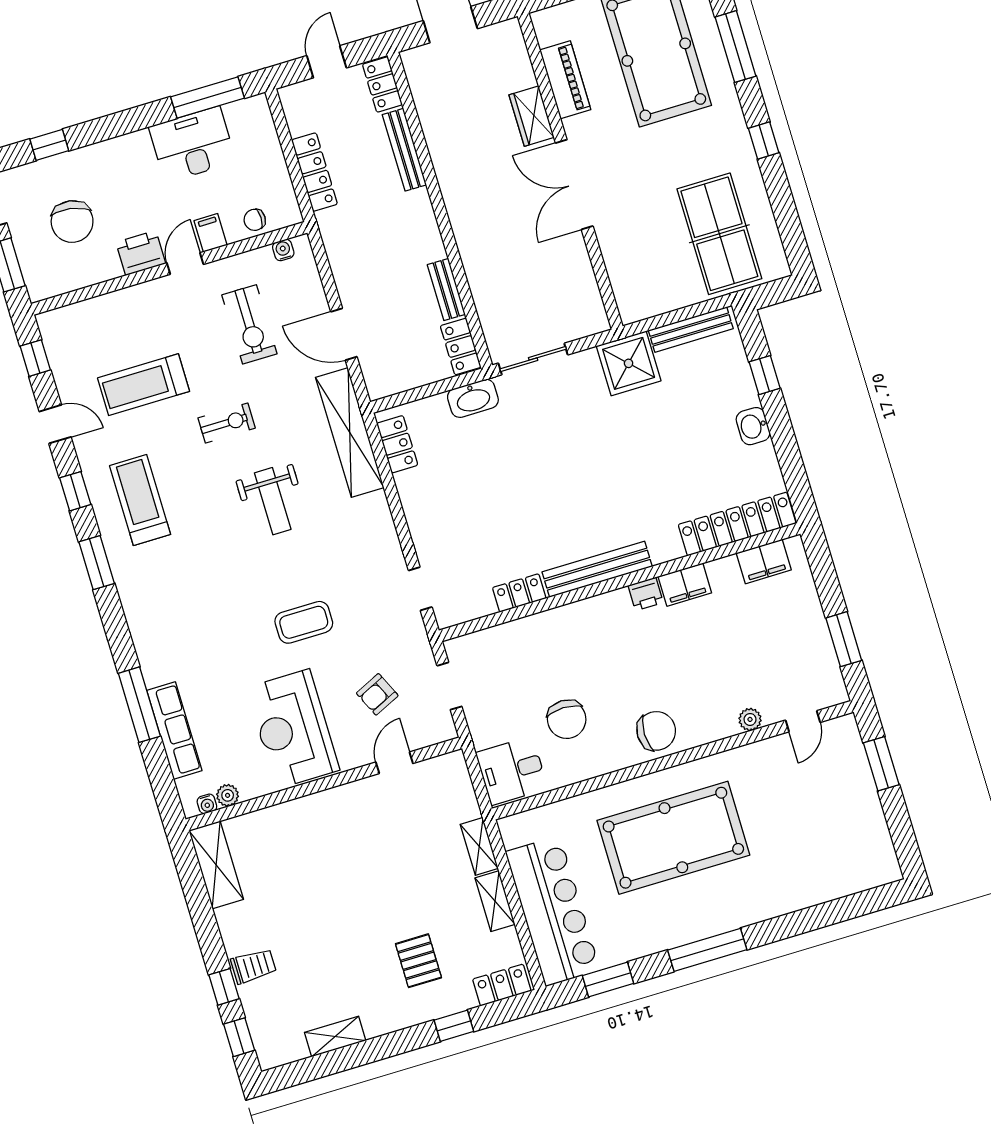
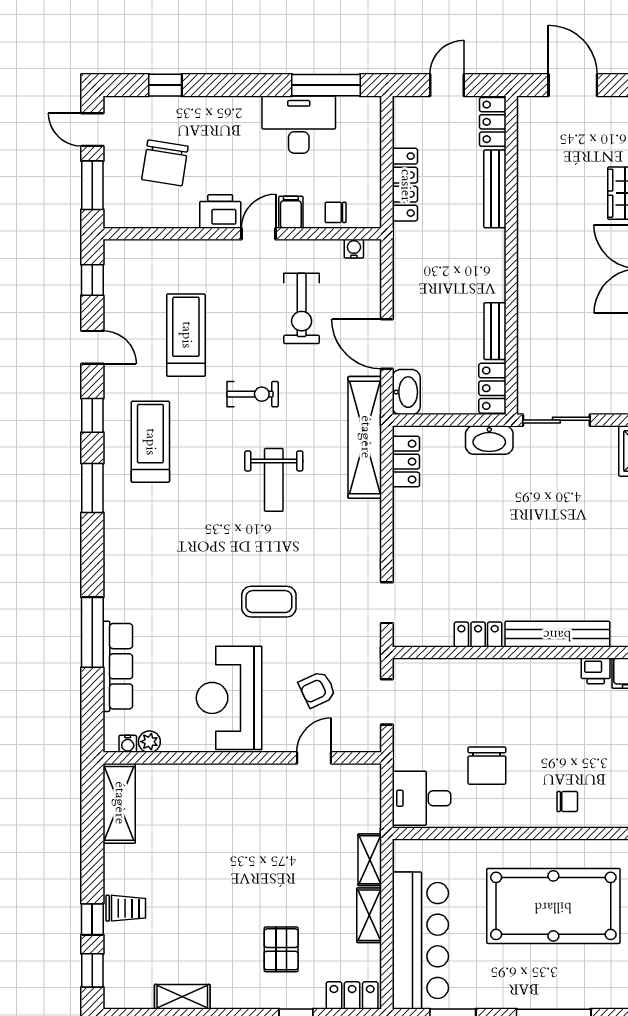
washbasin: (377, 376) -> (406, 392), added
treadmill: (144, 385) -> (186, 335), turned 90
chair: (656, 731) -> (567, 801), width x0.54, depth x0.54

